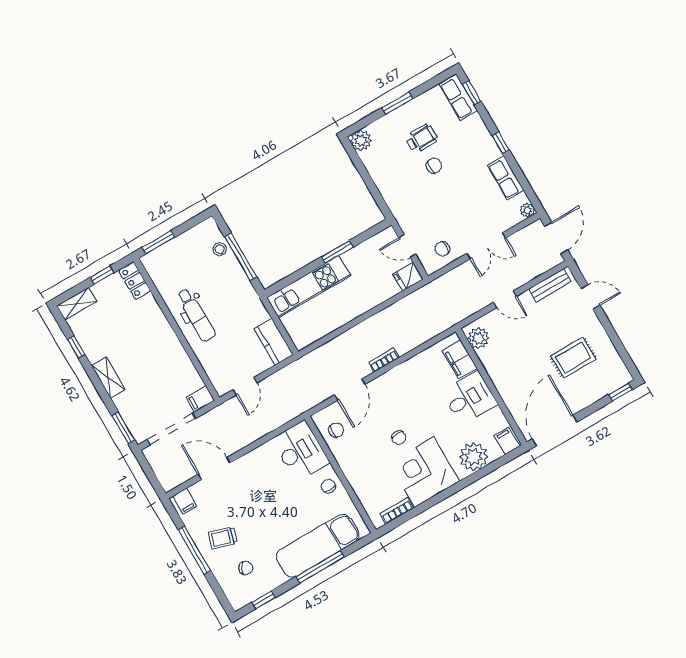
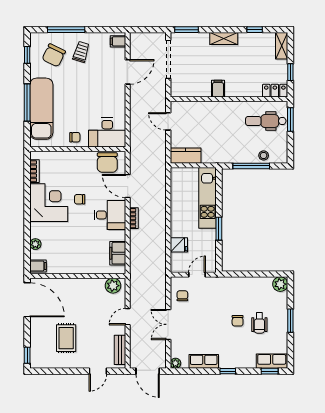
fridge: (408, 277) -> (179, 245), moved, turned 90
dental chair: (196, 315) -> (266, 121), moved
filing cabinet: (460, 360) -> (118, 253), moved, turned -90
desk: (469, 398) -> (110, 215), moved, turned -90
filing cabinet: (200, 399) -> (218, 89), moved
chair: (336, 430) -> (107, 163), width x1.87, depth x1.87
plant: (474, 457) -> (35, 244), width x0.53, depth x0.53
window: (194, 550) -> (66, 30), moved
chair: (246, 568) -> (54, 55), width x1.87, depth x1.87

